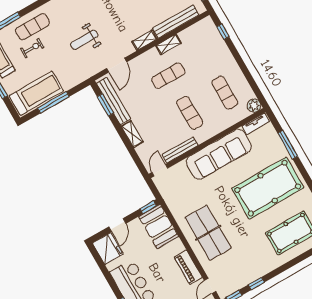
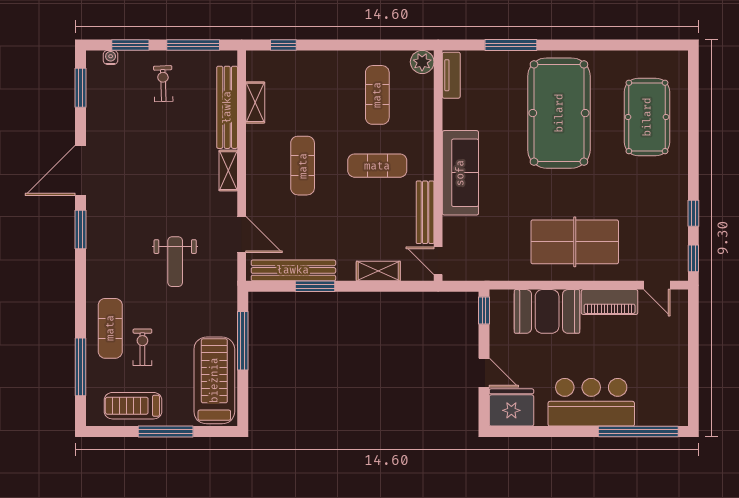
shelving: (168, 44) -> (255, 102), moved
exercise mat: (225, 93) -> (377, 95), turned 90
window: (53, 102) -> (243, 341), moved
window: (105, 105) -> (315, 286), moved
shelving: (132, 134) -> (378, 271), moved
sofa: (219, 154) -> (460, 173), width x0.74, depth x0.79
booth: (159, 226) -> (547, 311), moved

